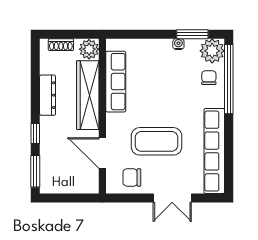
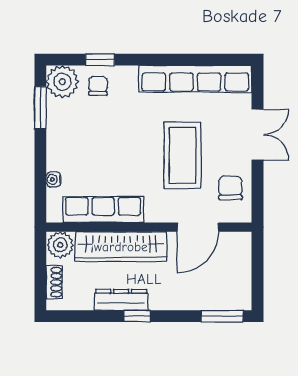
water cooler: (178, 44) -> (53, 179), moved
chair: (209, 78) -> (98, 86), turned 90
window: (229, 79) -> (100, 60), width x0.32
window: (35, 134) -> (137, 316), moved
chair: (132, 177) -> (230, 188), turned 180

